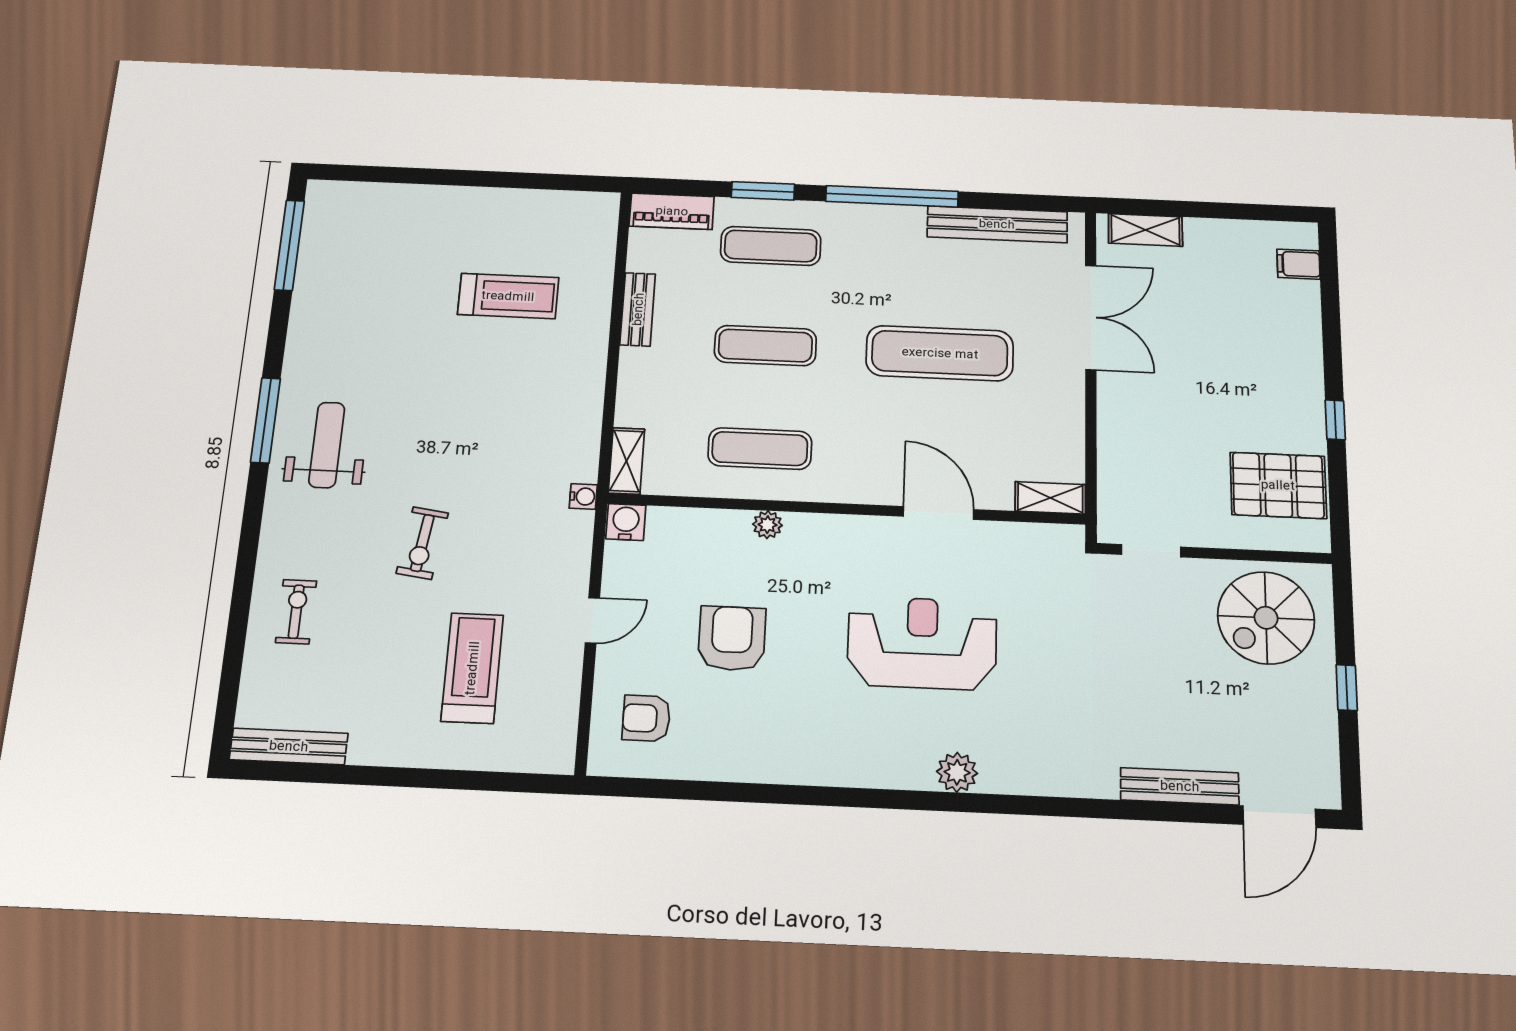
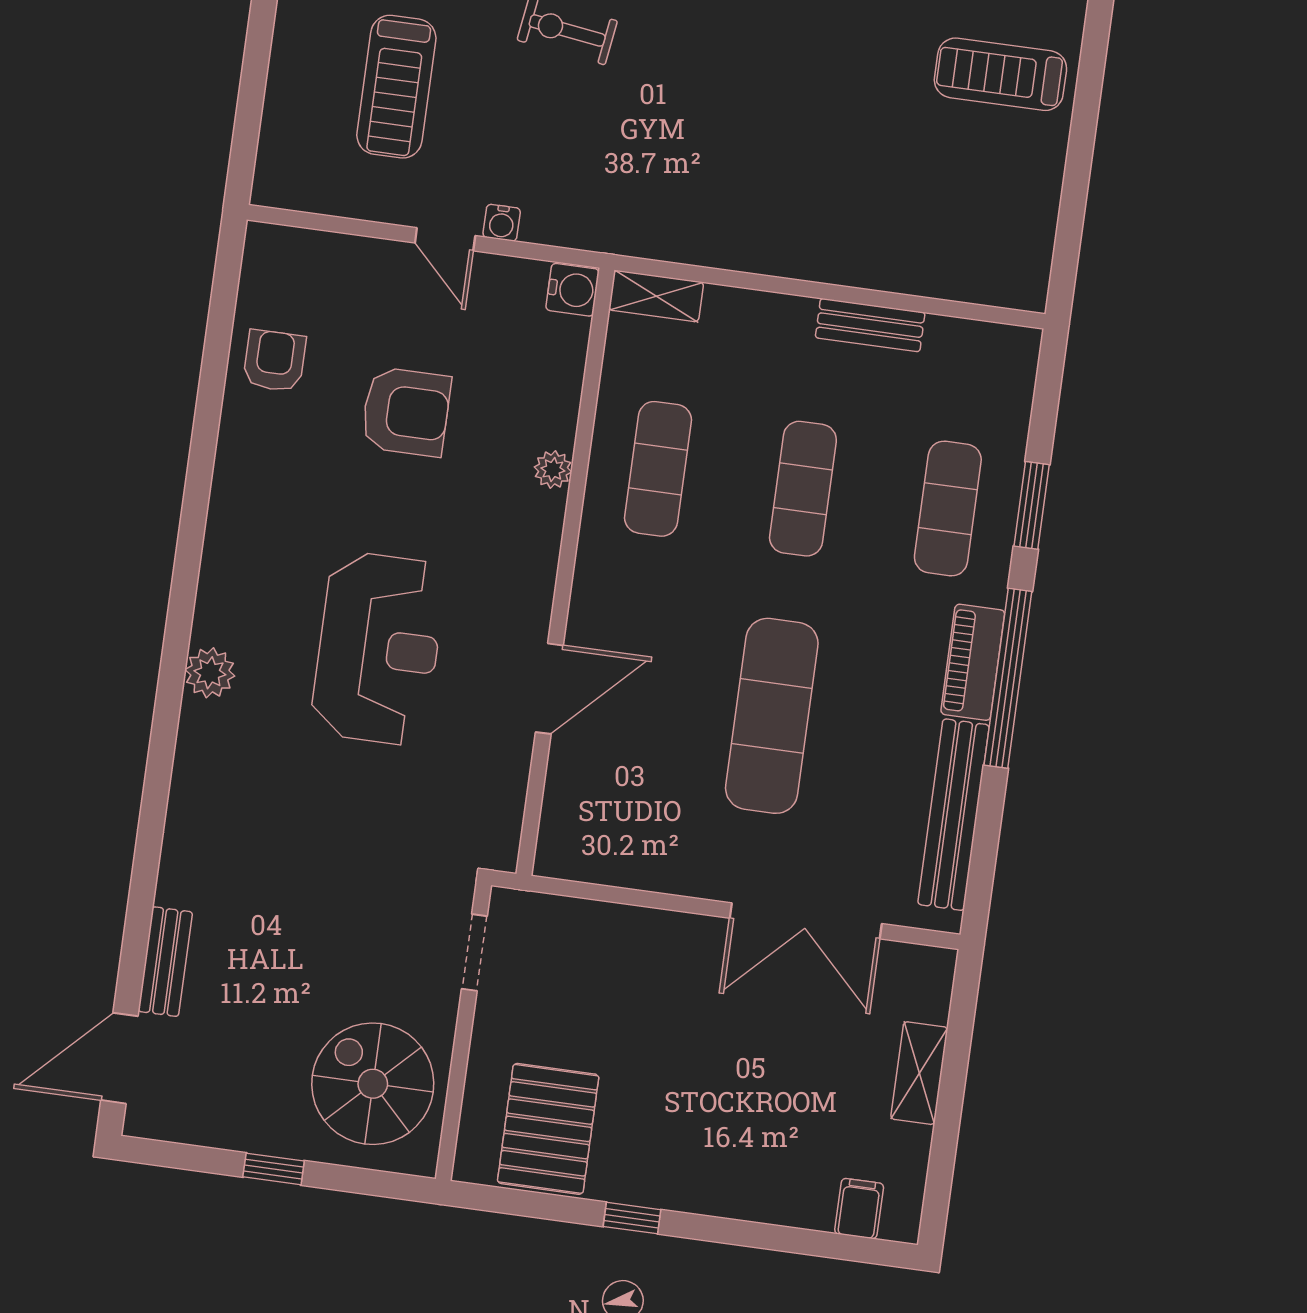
piano: (672, 211) -> (973, 662), moved
shelving: (1145, 230) -> (919, 1073), moved
treadmill: (508, 296) -> (1000, 74), moved, turned 90
water cooler: (583, 496) -> (502, 223), moved
shelving: (1050, 498) -> (557, 834), removed
treadmill: (472, 668) -> (396, 87), turned 90
armchair: (646, 718) -> (274, 361), moved
bench: (1180, 786) -> (165, 962), width x0.73
door: (1279, 817) -> (119, 1058), hinge flipped

